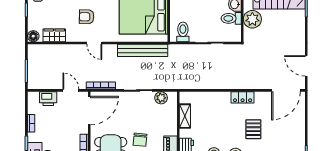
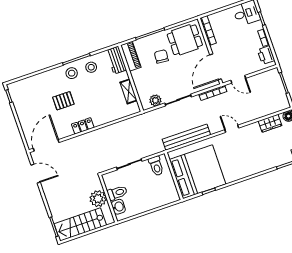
armchair: (87, 17) -> (247, 150), removed
printer: (48, 99) -> (266, 55), moved, turned -90
pallet: (253, 129) -> (63, 101), turned 90

